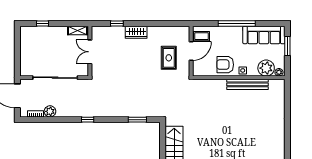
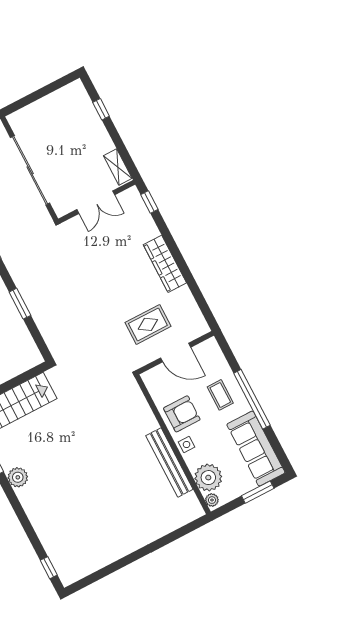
window: (117, 24) -> (149, 202), moved
wardrobe: (136, 32) -> (165, 264), width x1.50
coffee table: (202, 36) -> (220, 395), moved
double door: (90, 52) -> (96, 202), swing flipped
armchair: (225, 65) -> (182, 414), turned 90
window: (137, 120) -> (20, 304), moved

